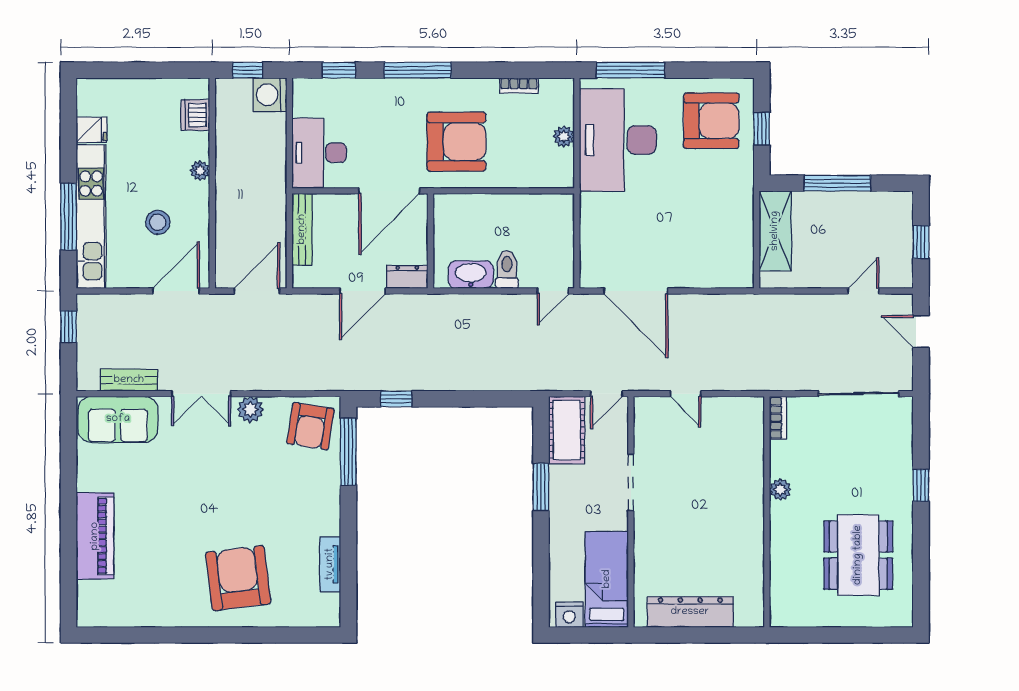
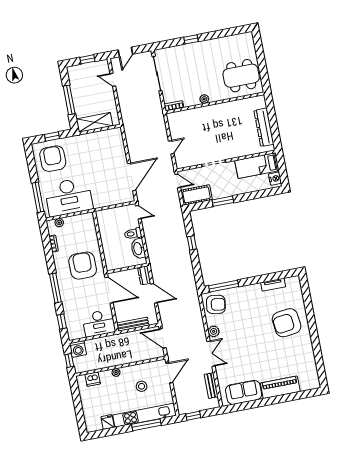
plant: (564, 136) -> (59, 223), moved
door: (176, 291) -> (169, 373), swing flipped
window: (396, 399) -> (192, 243), moved
sofa: (118, 419) -> (244, 392), moved, turned -90
dining table: (858, 555) -> (241, 76), moved

